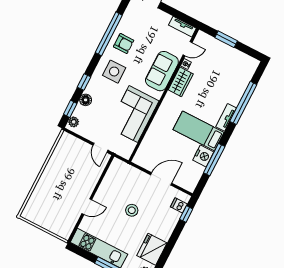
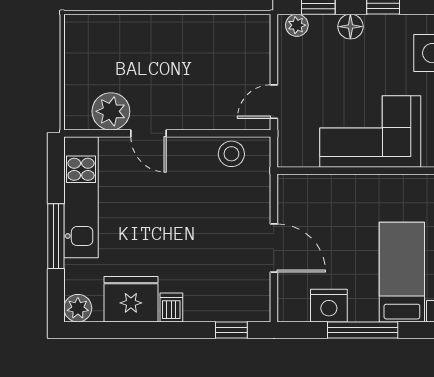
nightstand: (203, 156) -> (329, 306), moved
dishwasher: (179, 205) -> (171, 307), moved
stool: (132, 210) -> (231, 154), moved
plant: (70, 217) -> (111, 111), added

